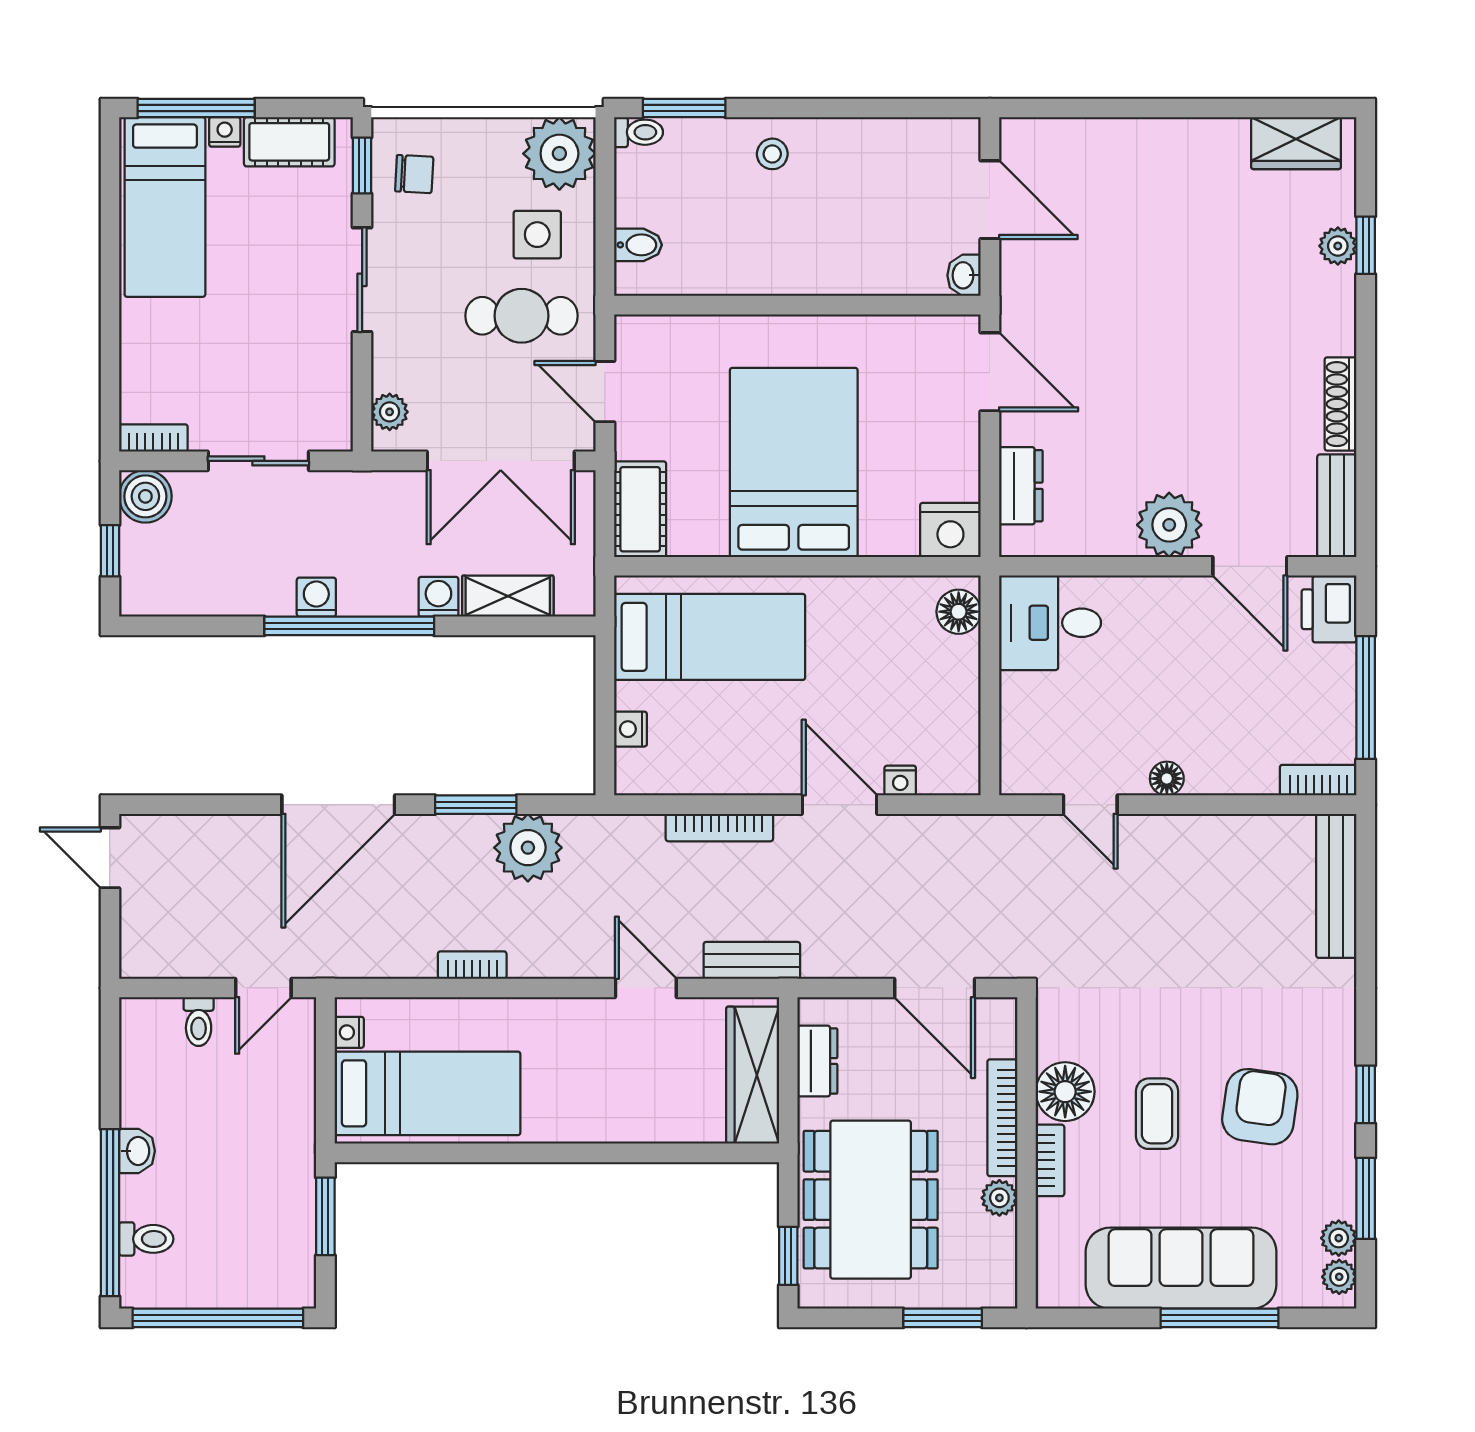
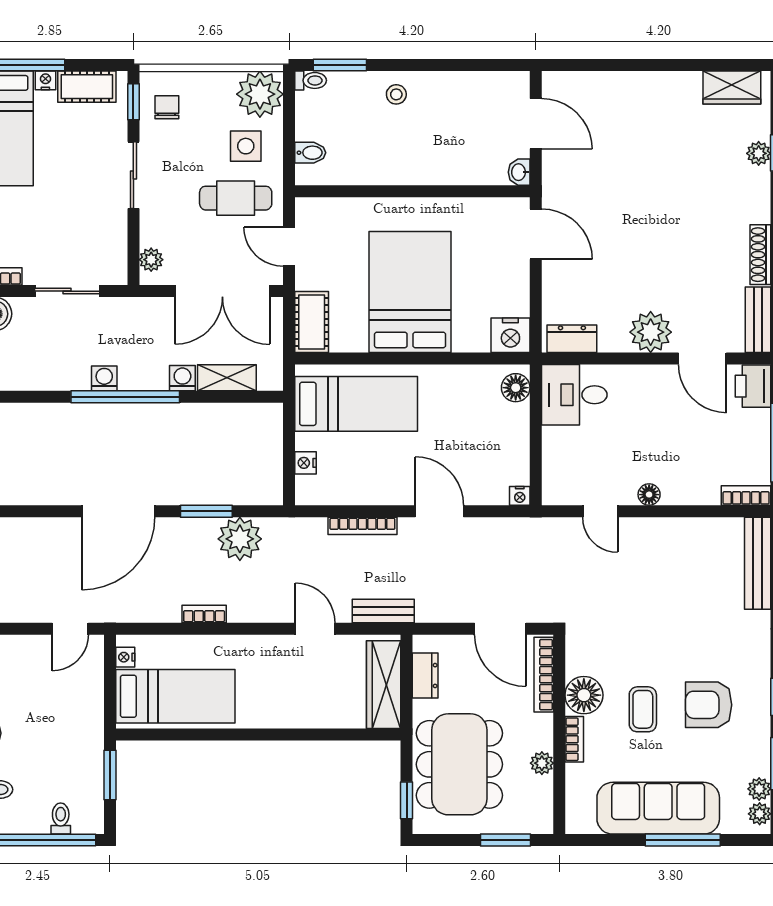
chair: (414, 174) -> (167, 107), turned -93
dresser: (1021, 486) -> (572, 339), moved, turned -90
nightstand: (900, 781) -> (520, 496), moved
toilet: (199, 1022) -> (61, 819), moved, turned 180
armchair: (1260, 1107) -> (709, 705), turned -98
bookcase: (1002, 1118) -> (544, 675), moved

